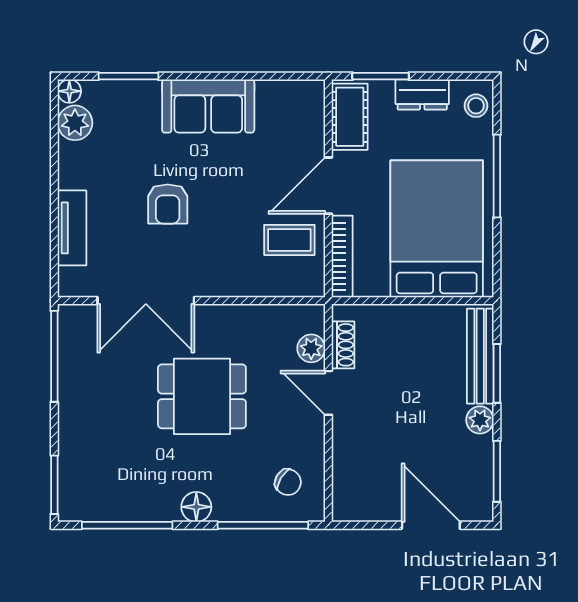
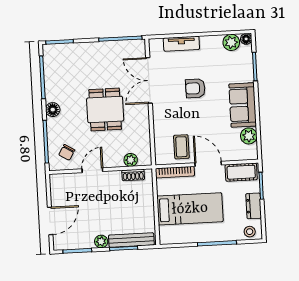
plant: (274, 97) -> (249, 136), added
bed: (437, 229) -> (190, 209), width x0.67
door: (328, 393) -> (92, 170), moved

